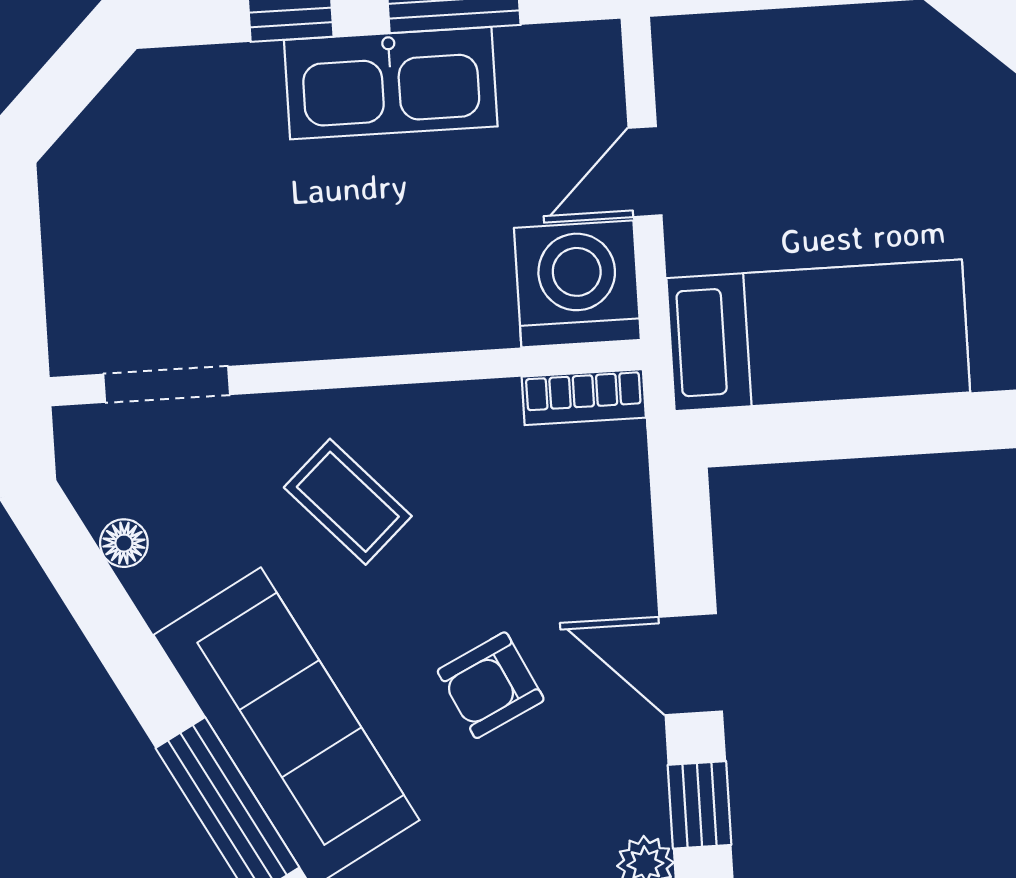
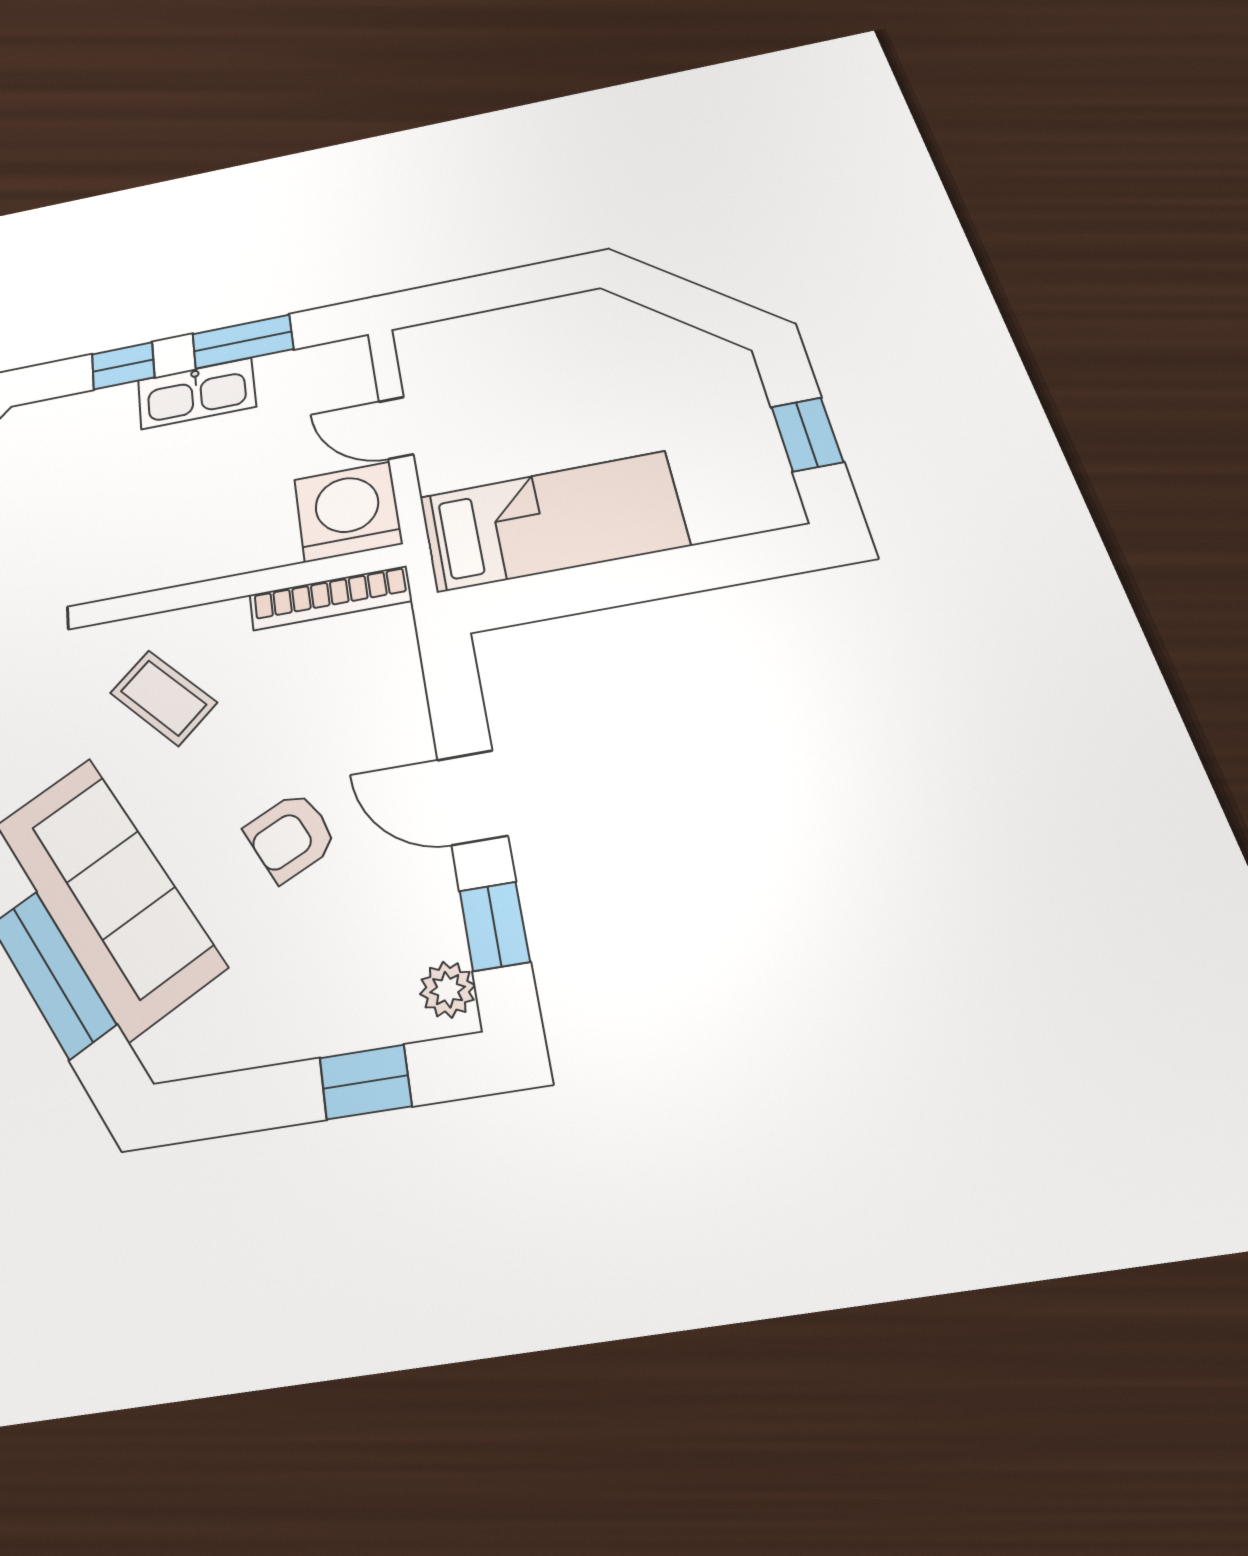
kitchen sink: (391, 83) -> (197, 393), width x0.73, depth x0.81
door: (645, 172) -> (396, 428), hinge flipped
bookcase: (584, 397) -> (330, 598), width x1.56

